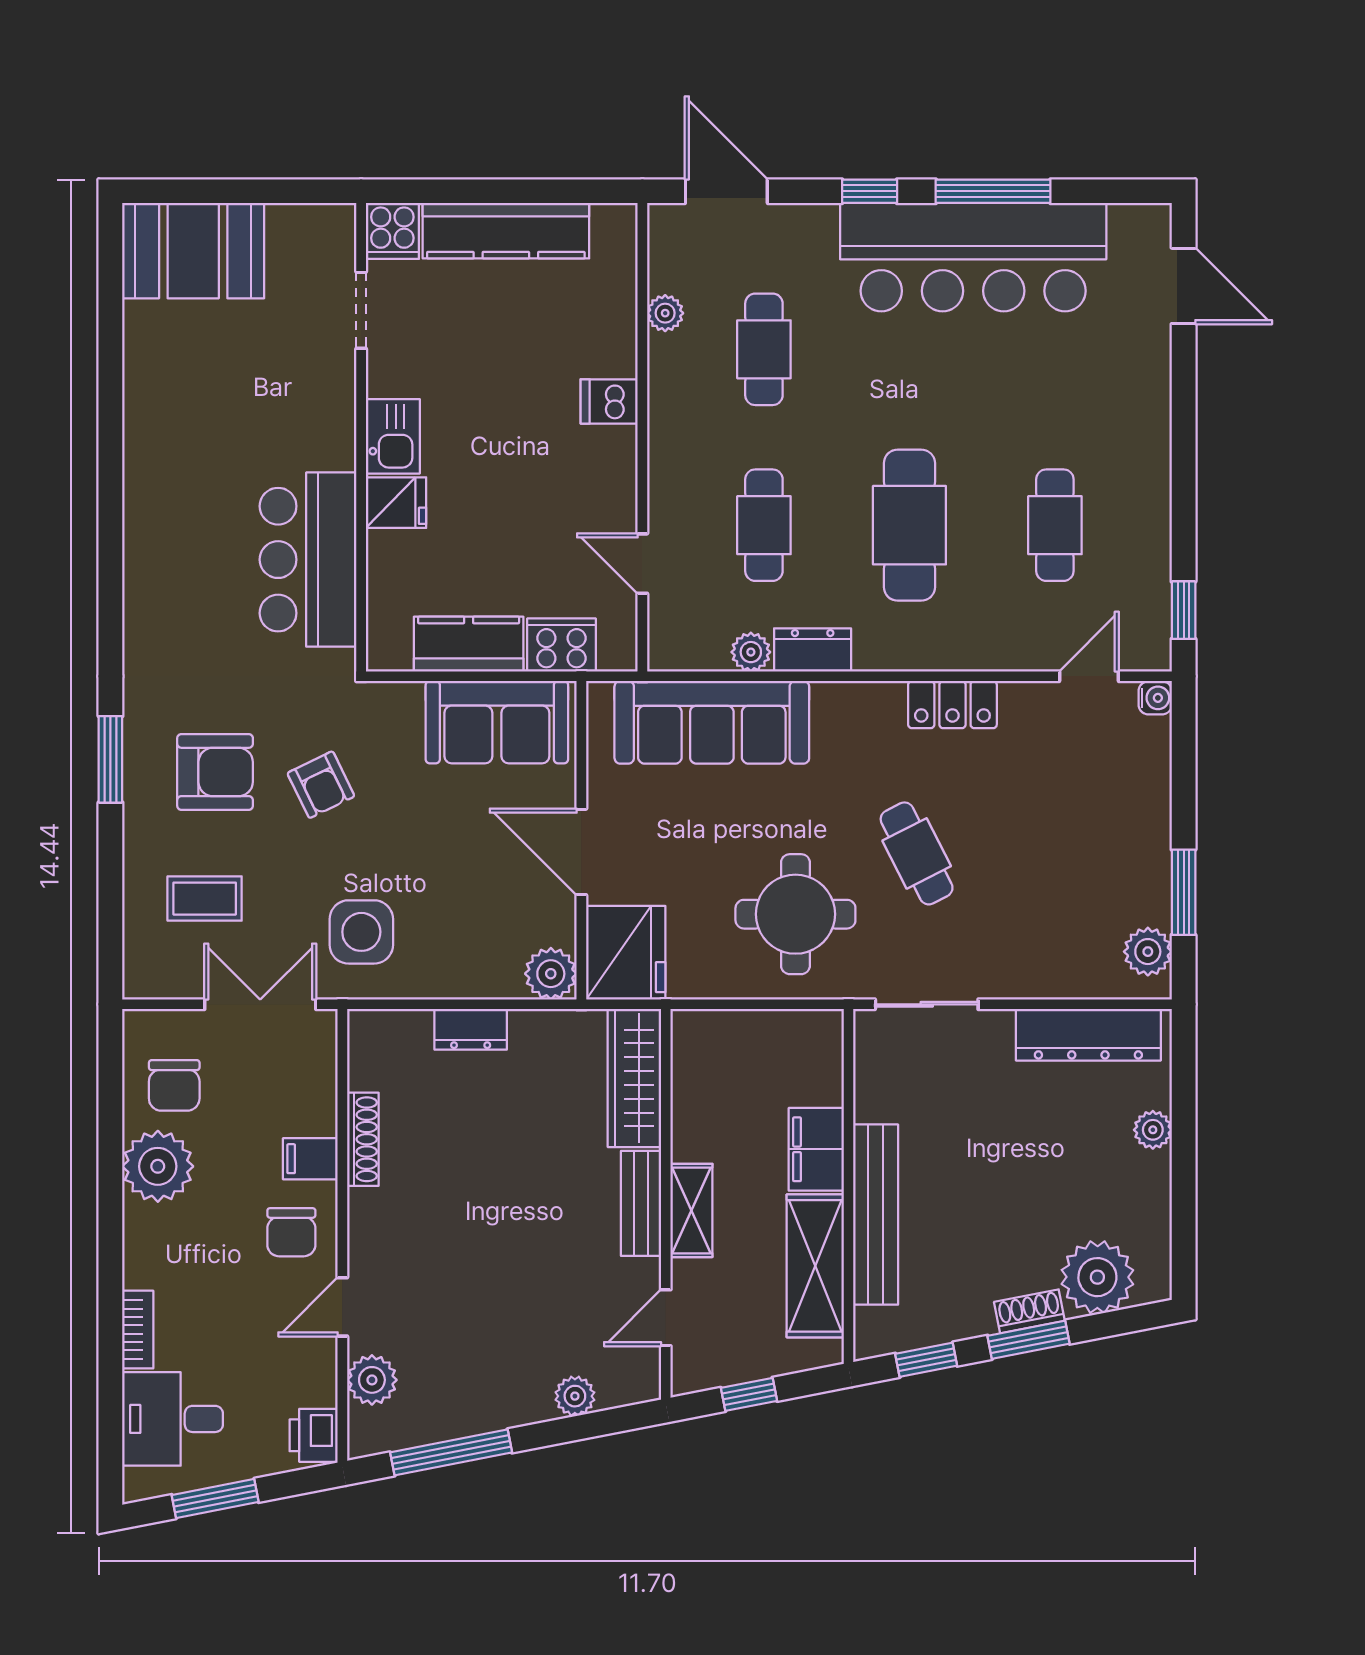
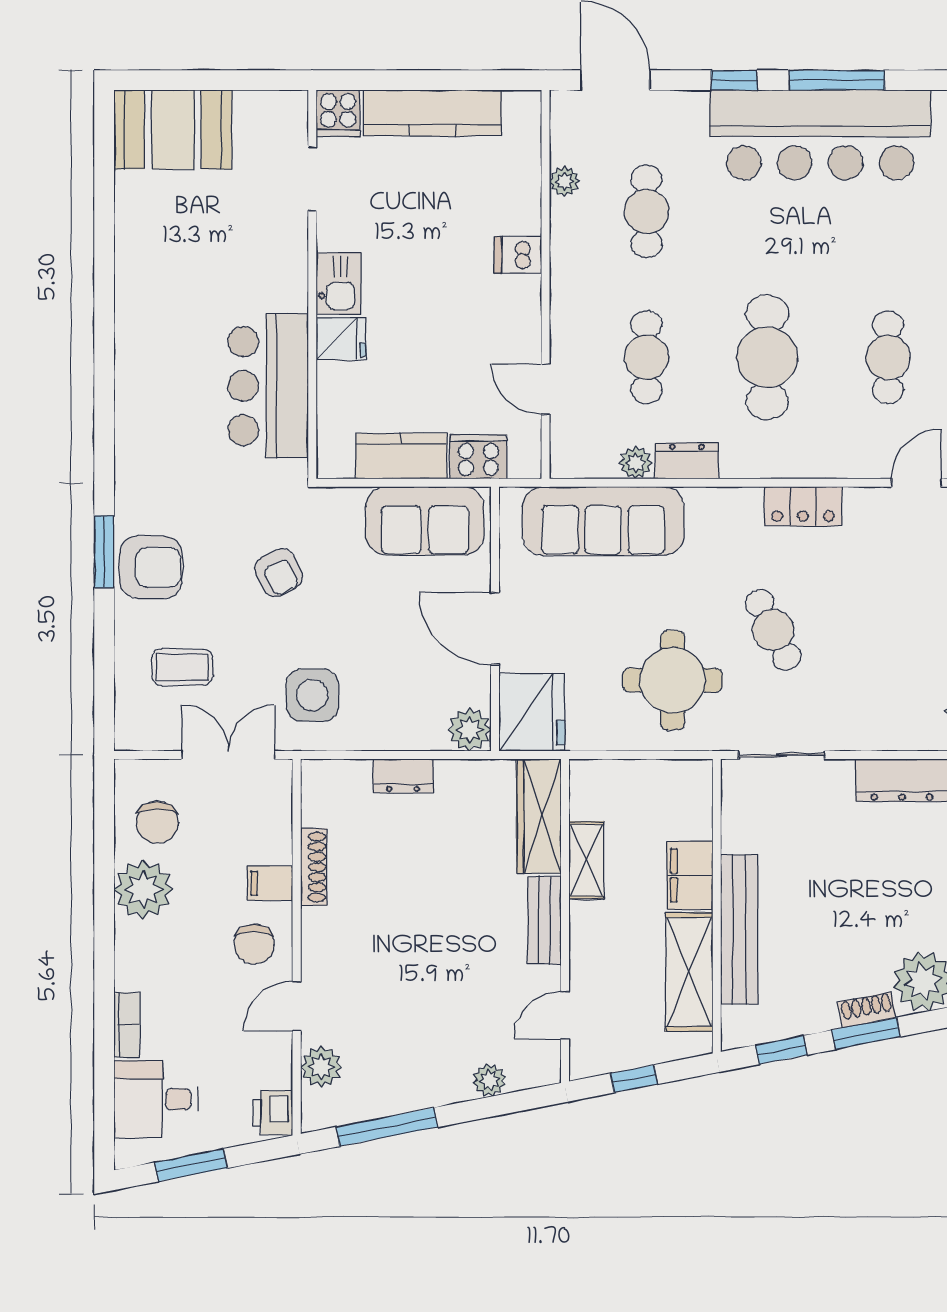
armchair: (215, 772) -> (151, 567), moved
shelving: (691, 1210) -> (586, 860), moved

